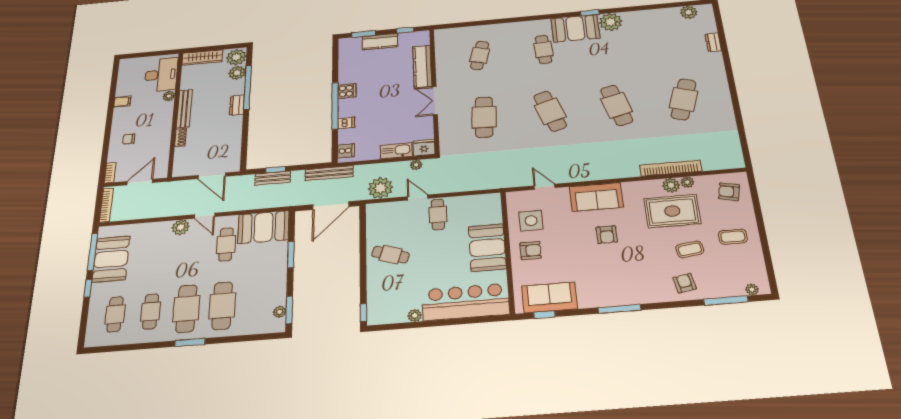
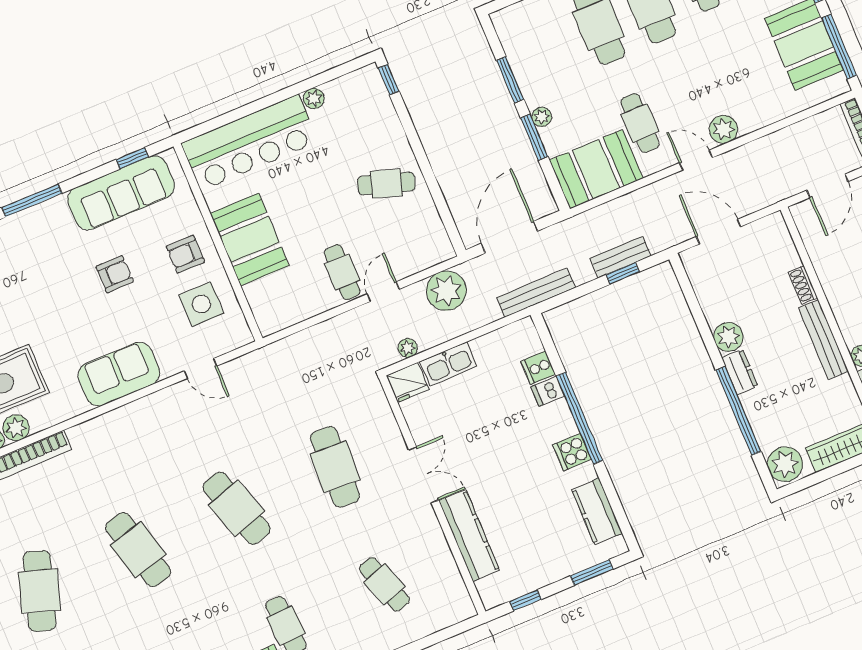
kitchen counter: (380, 42) -> (597, 511), moved, turned -90
cafe table: (480, 55) -> (384, 584), turned -33
plant: (237, 73) -> (728, 337), moved
cooker: (346, 151) -> (538, 368), moved
door: (418, 198) -> (383, 292), swing flipped
armchair: (607, 235) -> (115, 274), moved, turned 90
sofa: (550, 297) -> (121, 193), width x1.36
window: (289, 310) -> (510, 80), moved
plant: (279, 312) -> (542, 117), moved

